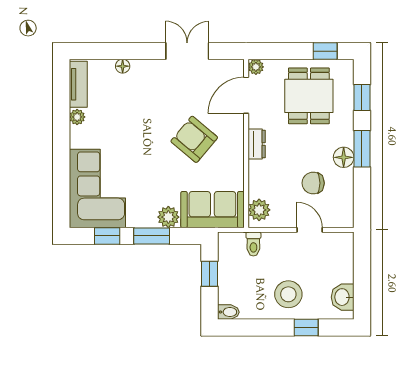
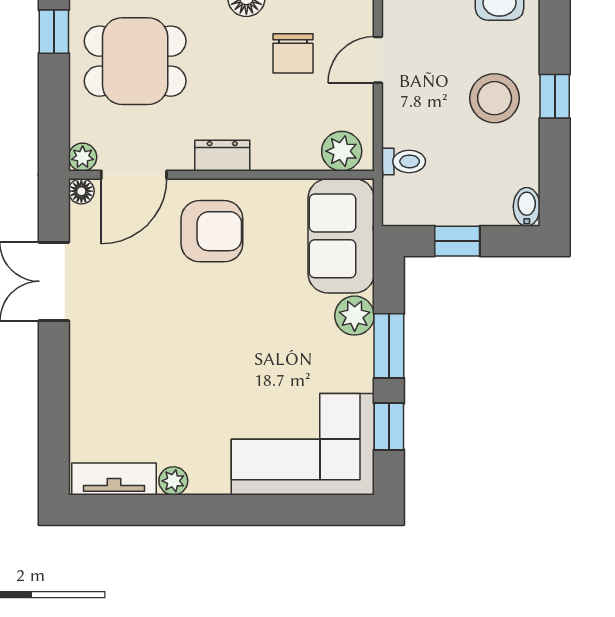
floor lamp: (123, 66) -> (81, 191), moved
door: (246, 95) -> (134, 175), hinge flipped
armchair: (194, 139) -> (212, 231), moved, turned -130
window: (306, 327) -> (555, 96), moved

